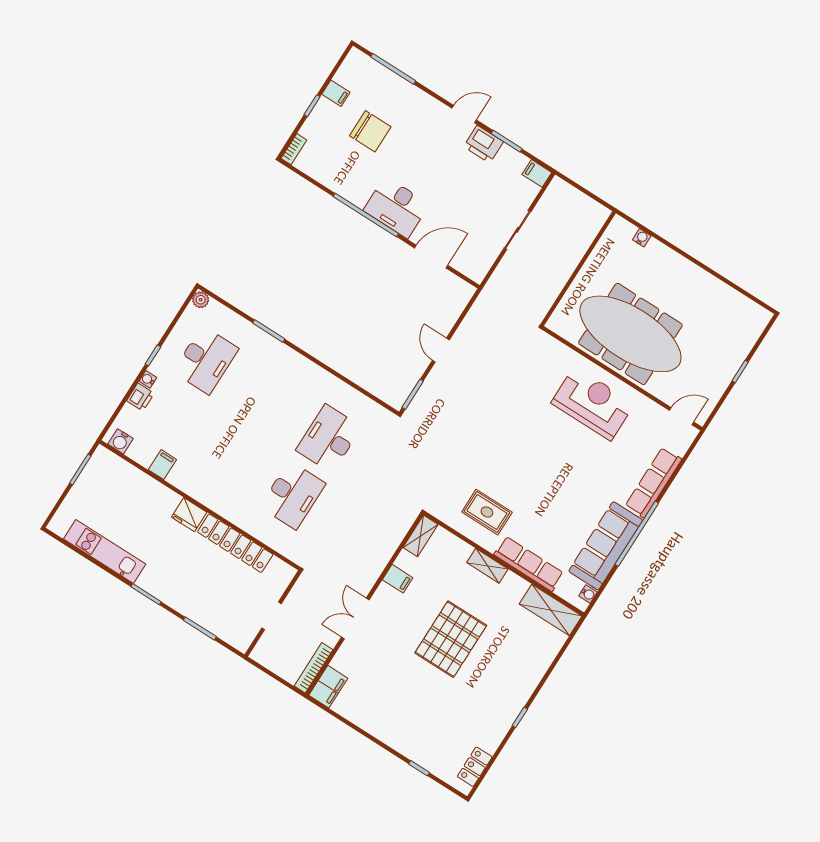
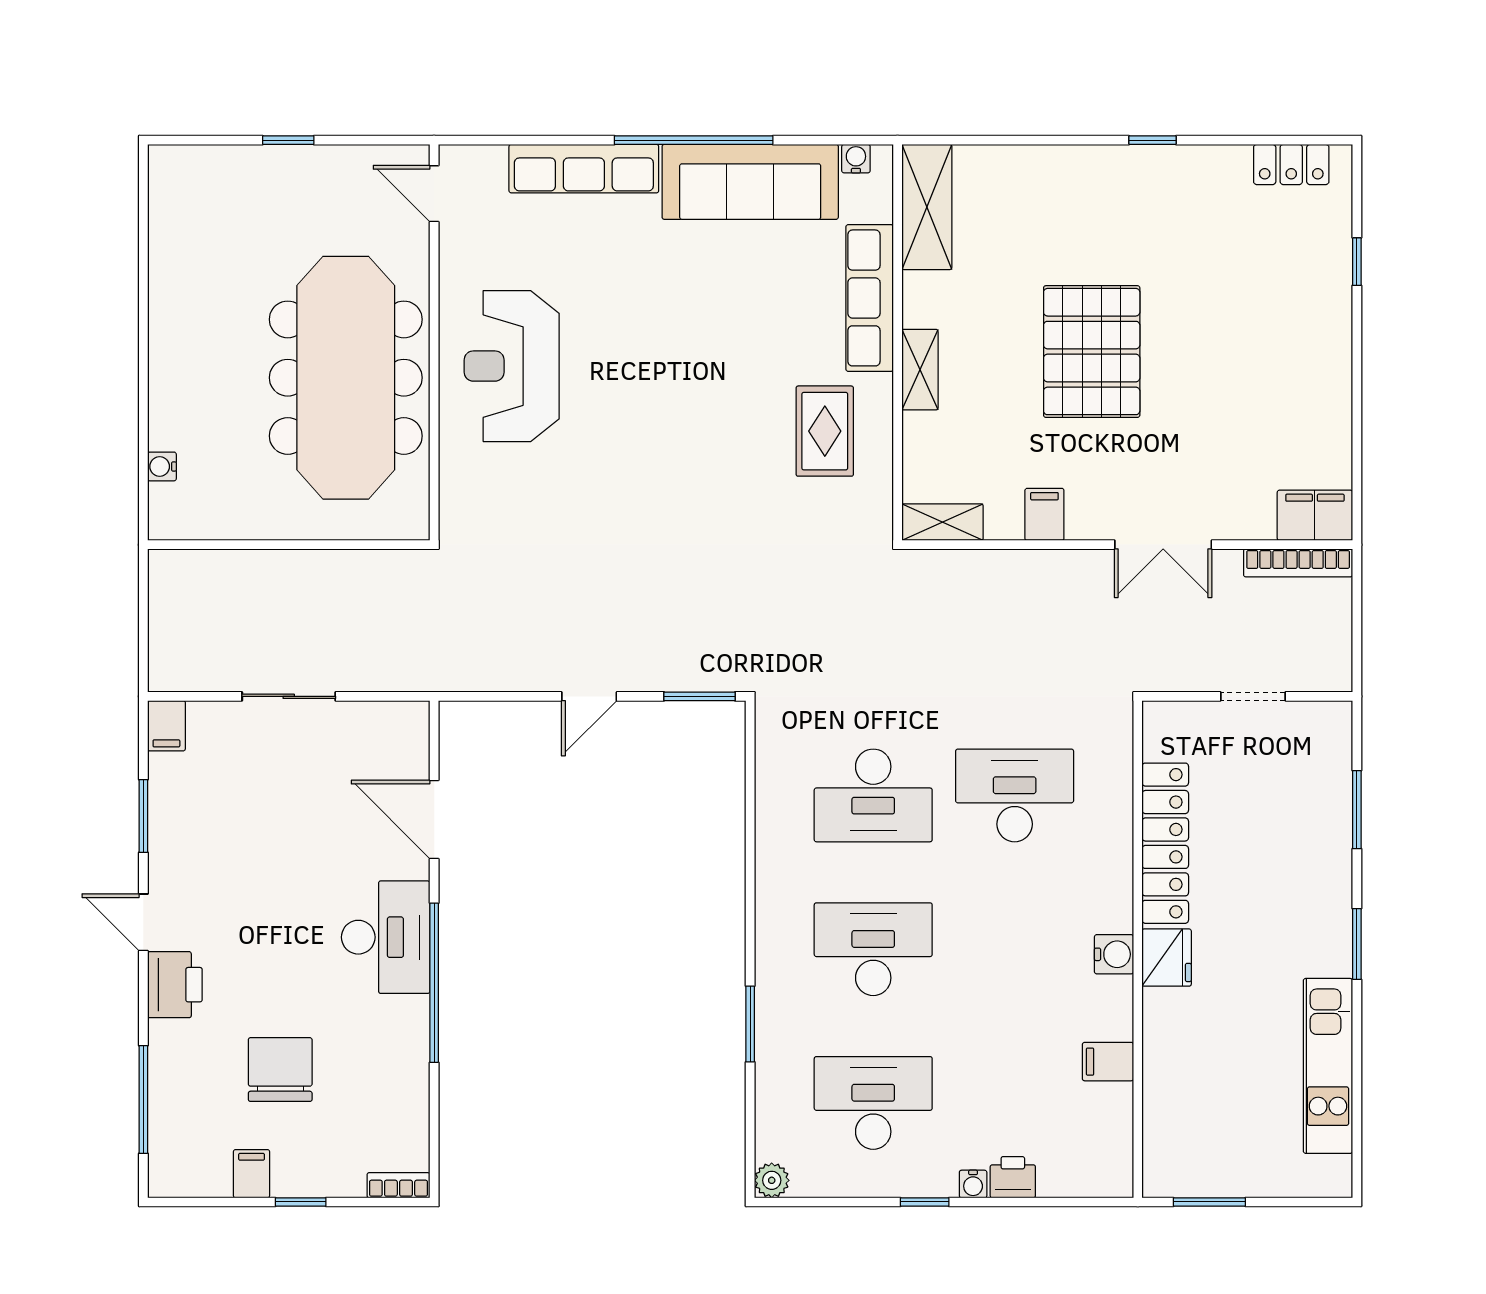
printer: (483, 144) -> (175, 985), moved
desk: (267, 399) -> (873, 949), added
water cooler: (121, 441) -> (1114, 954), moved
pallet: (451, 639) -> (1092, 352), turned 90

